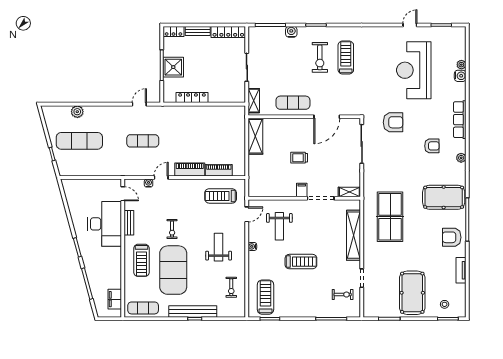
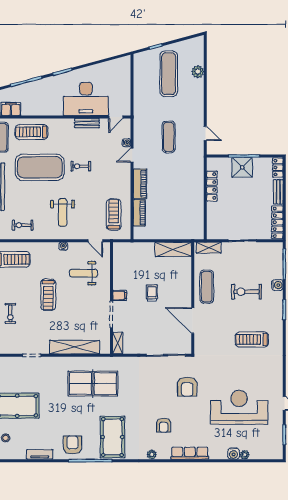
exercise bike: (320, 57) -> (246, 292), moved
treadmill: (346, 58) -> (252, 339), turned 180
door: (161, 178) -> (132, 155), swing flipped
weight bench: (219, 247) -> (63, 213), turned 90
treadmill: (141, 260) -> (32, 132), moved
exercise bike: (343, 295) -> (10, 313), moved

